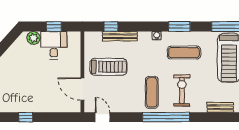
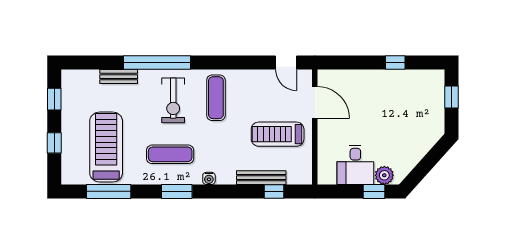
window: (54, 27) -> (374, 191), moved
window: (166, 117) -> (157, 62), moved

